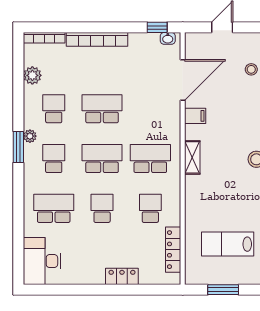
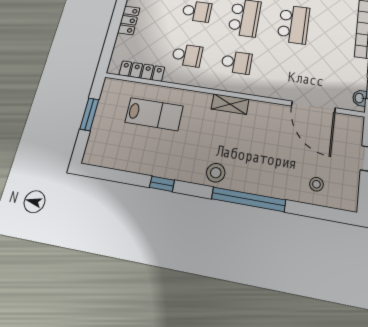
filing cabinet: (195, 116) -> (273, 114), removed
school desk: (150, 159) -> (236, 62), width x0.54
lab bench: (228, 244) -> (154, 114), moved, turned 90

